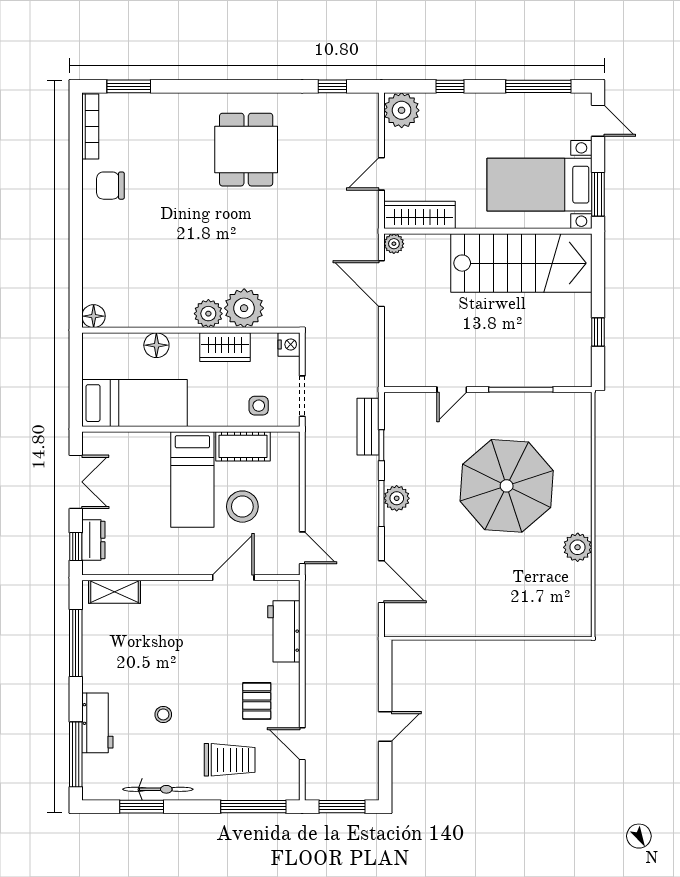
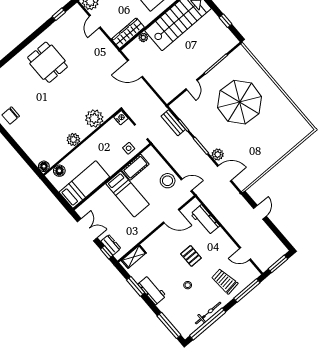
door: (381, 174) -> (95, 22), moved
plant: (394, 244) -> (143, 37), moved
plant: (208, 314) -> (73, 140), moved
floor lamp: (156, 345) -> (59, 171), moved
wardrobe: (225, 347) -> (99, 138), removed
plant: (397, 498) -> (218, 155), moved
stool: (242, 507) -> (168, 181), moved
plant: (578, 547) -> (283, 102), removed
door: (233, 578) -> (171, 216), swing flipped
window: (76, 643) -> (136, 286), width x0.69
pallet: (257, 701) -> (191, 256), moved
workbench: (97, 723) -> (152, 290), moved
door: (385, 726) -> (260, 212), moved
trolley: (230, 760) -> (224, 281), turned -98
window: (142, 807) -> (208, 324), width x2.11

